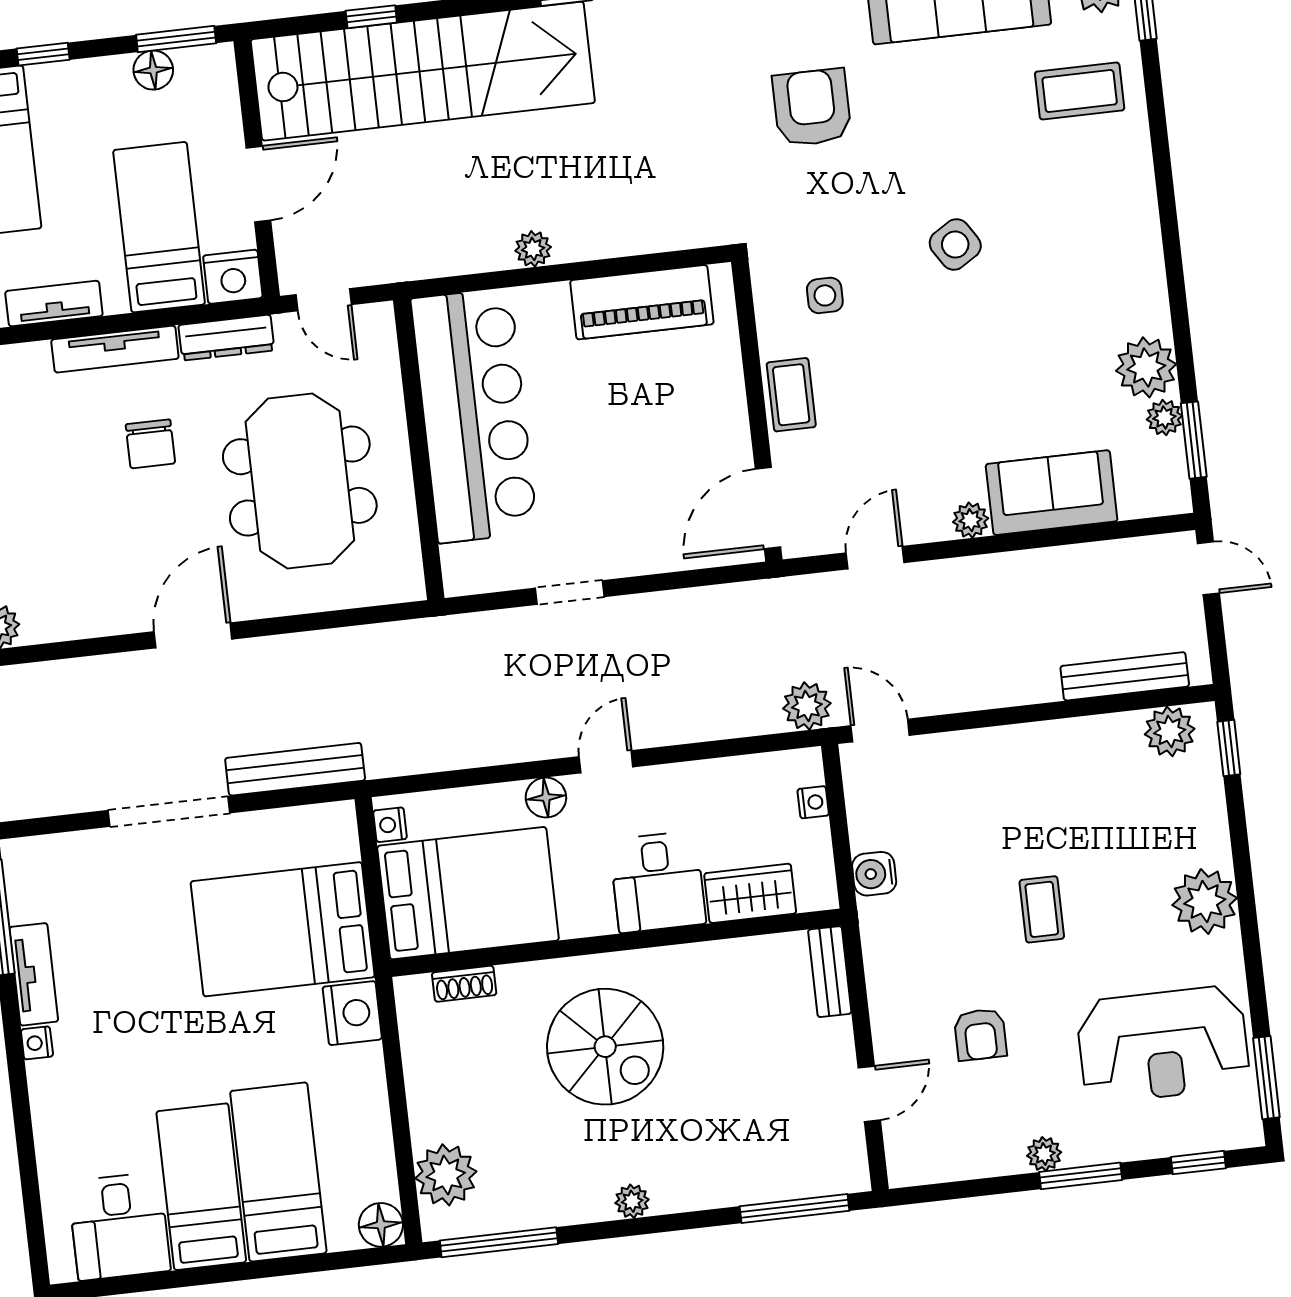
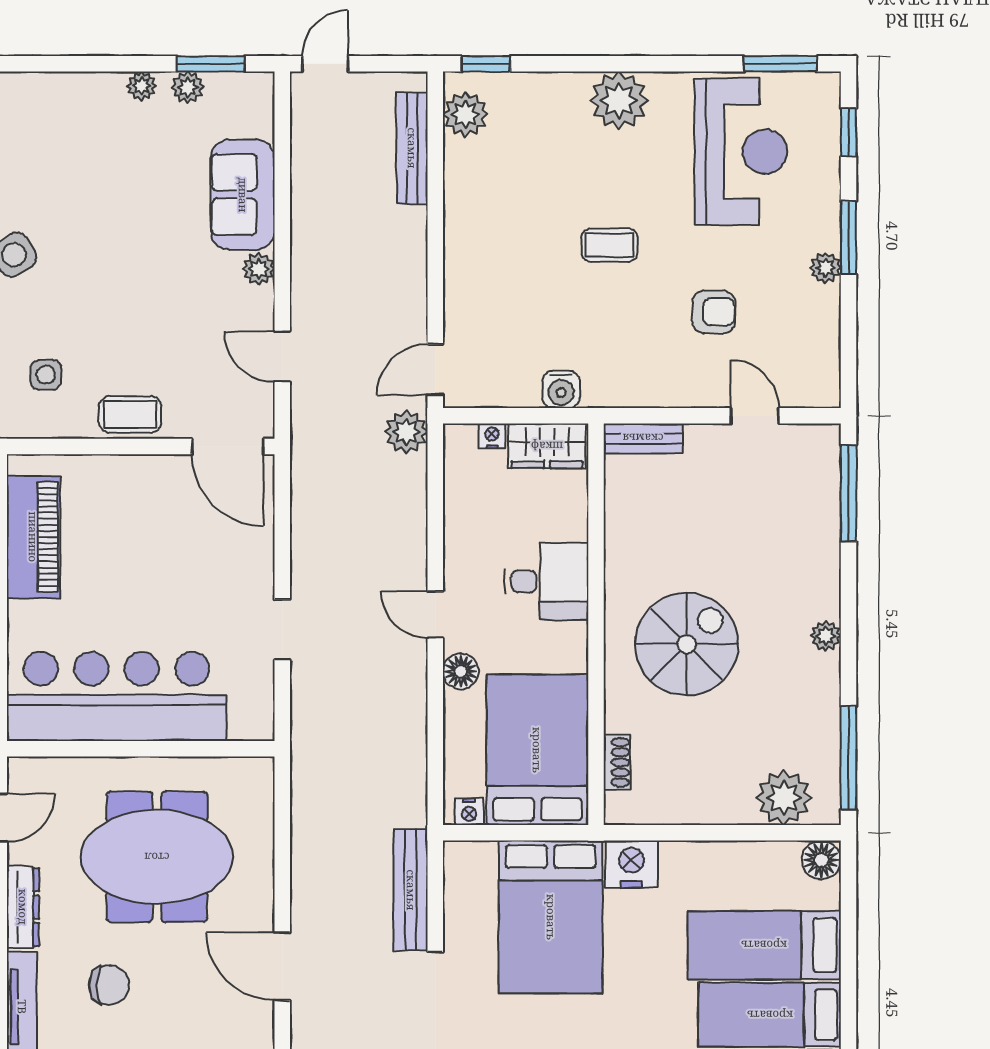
plant: (1146, 367) -> (142, 86), width x0.53, depth x0.53
wardrobe: (750, 893) -> (547, 446), moved, turned -90

